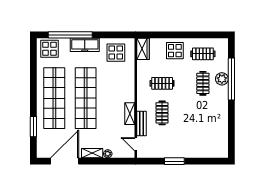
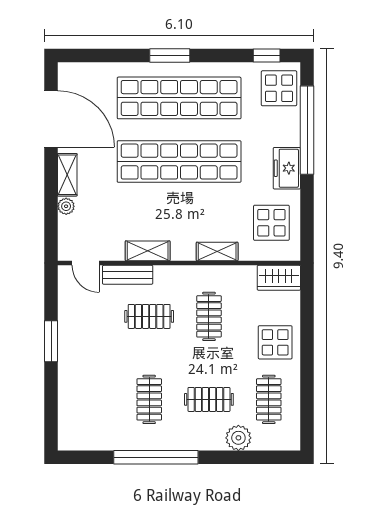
freezer: (85, 45) -> (287, 168), width x0.71
window: (33, 55) -> (267, 56), added
shelving: (130, 79) -> (217, 252), added
plant: (222, 79) -> (238, 438), moved
window: (231, 79) -> (156, 457), moved
clothes rail: (203, 113) -> (149, 399), added
window: (33, 127) -> (170, 56), moved
door: (136, 144) -> (86, 263), swing flipped

